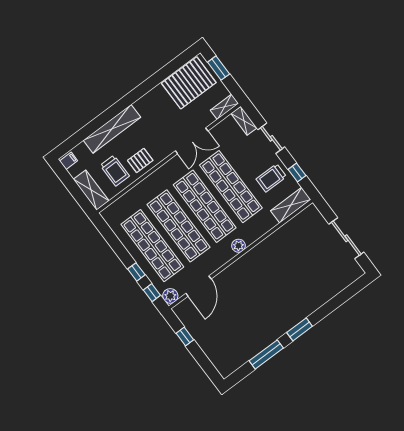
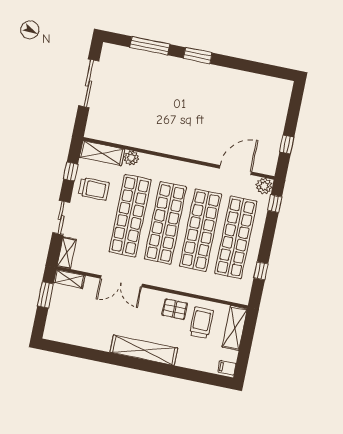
window: (219, 68) -> (45, 295), moved
pallet: (189, 83) -> (76, 326), removed
shelving: (112, 129) -> (144, 350), moved
double door: (192, 141) -> (121, 281), swing flipped
plant: (238, 246) -> (131, 158), moved
window: (136, 272) -> (261, 271), moved
window: (266, 354) -> (150, 46), moved

